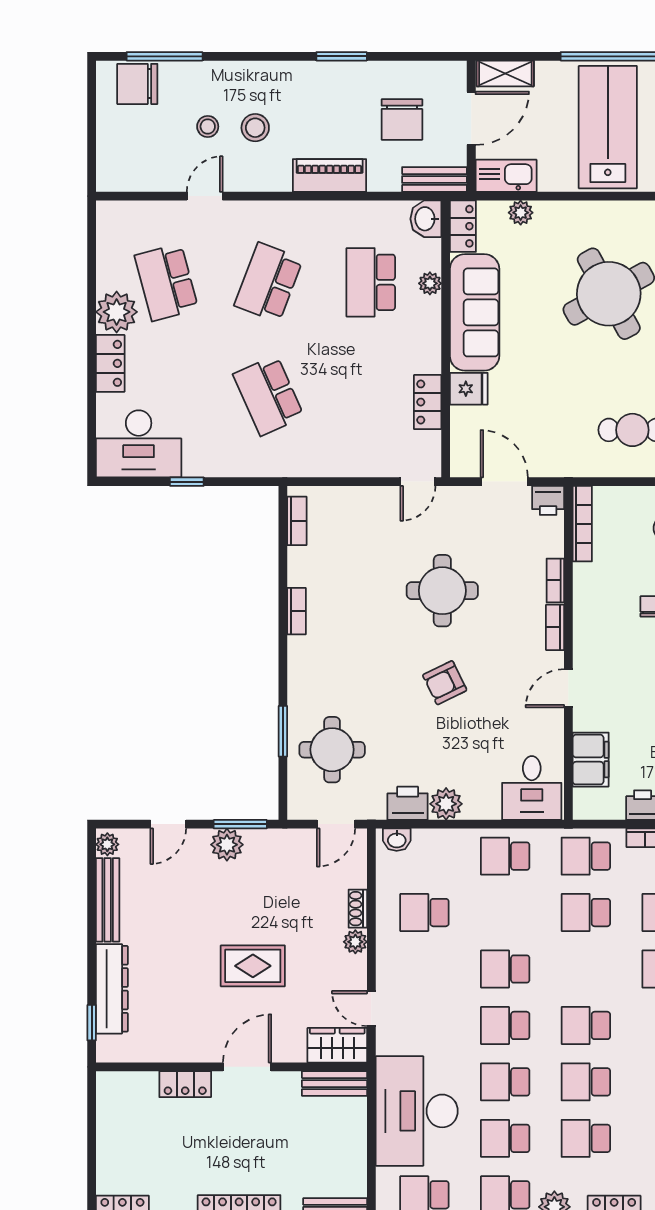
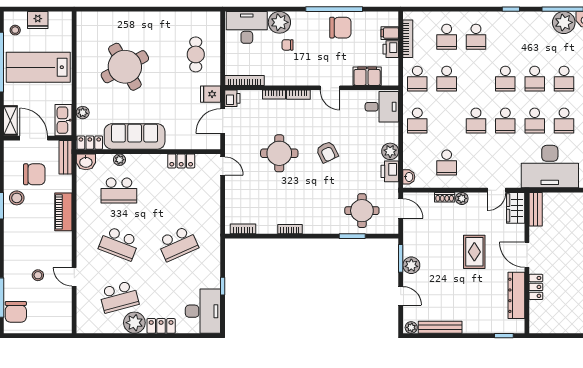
stool: (255, 128) -> (17, 198), moved
fridge: (469, 389) -> (211, 94), moved, turned -90
dresser: (112, 989) -> (516, 295), moved, turned -90

